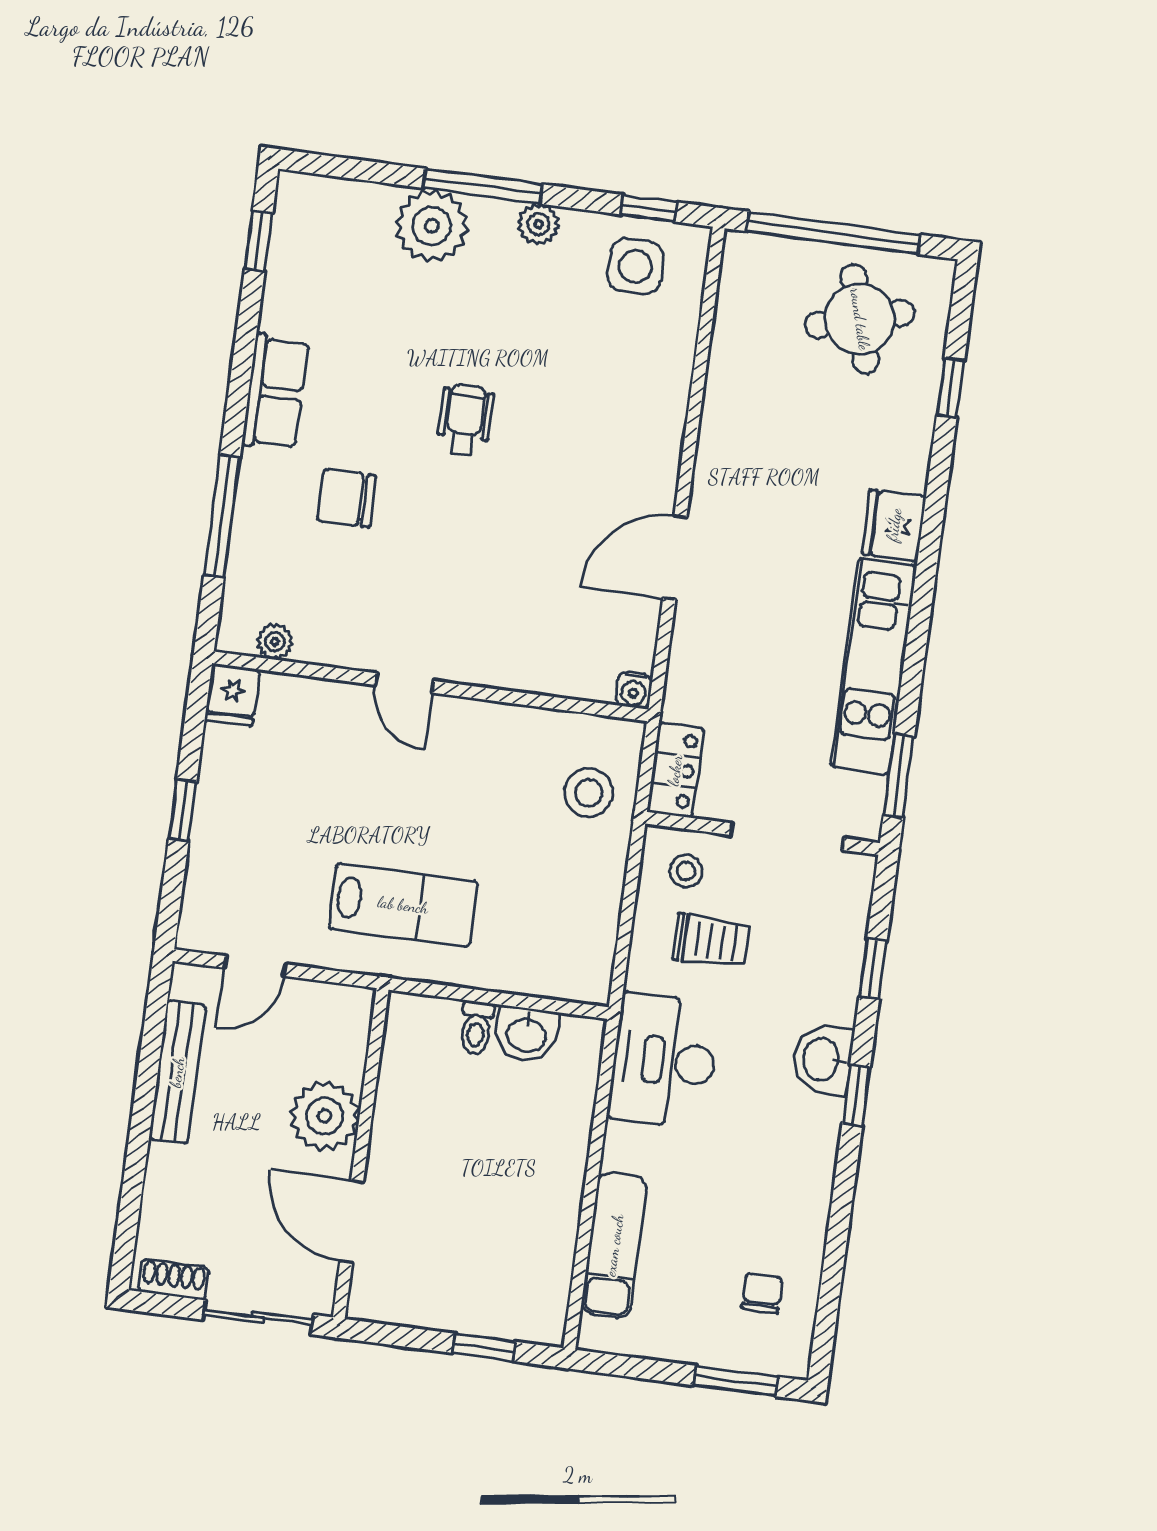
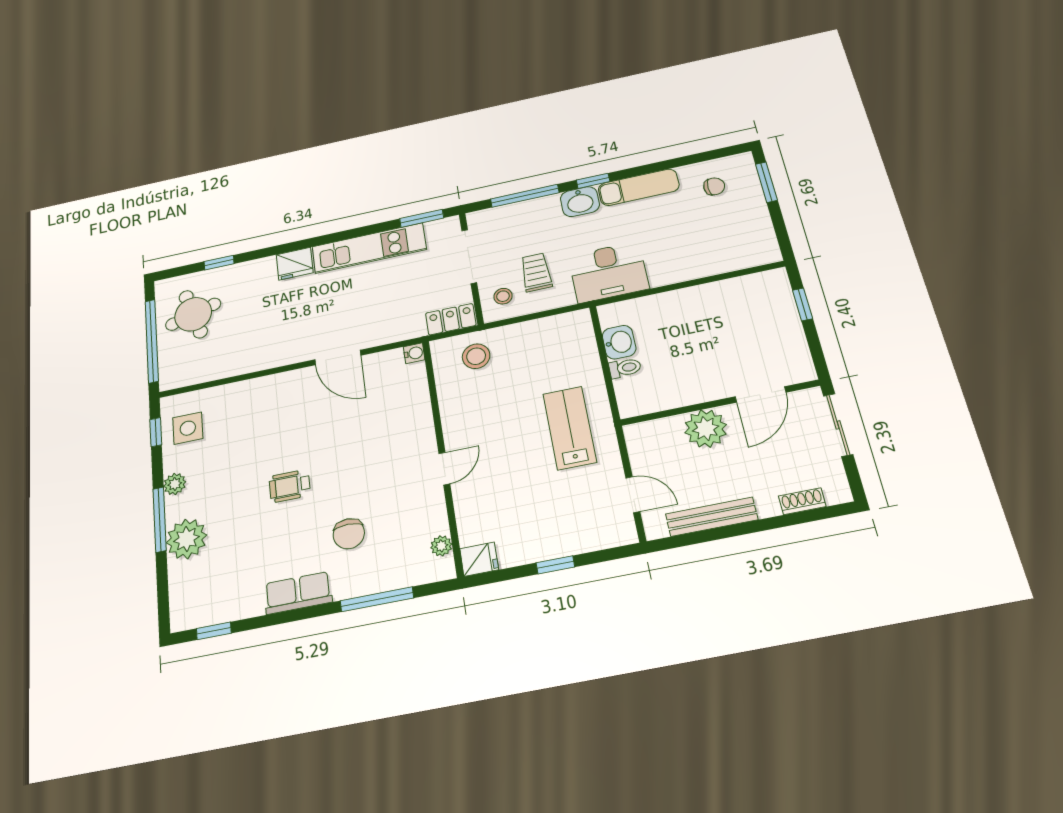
window: (873, 969) -> (525, 196), width x2.17
exam couch: (614, 1245) -> (639, 187), moved, turned 180
shoe rack: (174, 1280) -> (802, 501), moved, turned 90
chair: (762, 1293) -> (714, 186), turned 180

